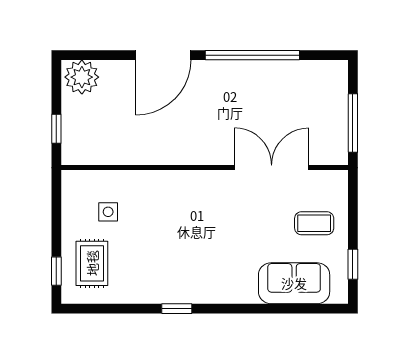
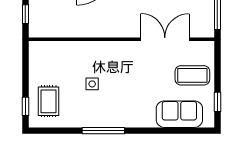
side table: (108, 212) -> (92, 84), moved
coffee table: (314, 223) -> (192, 75), width x1.36, depth x1.30
window: (177, 309) -> (103, 131), width x2.17

